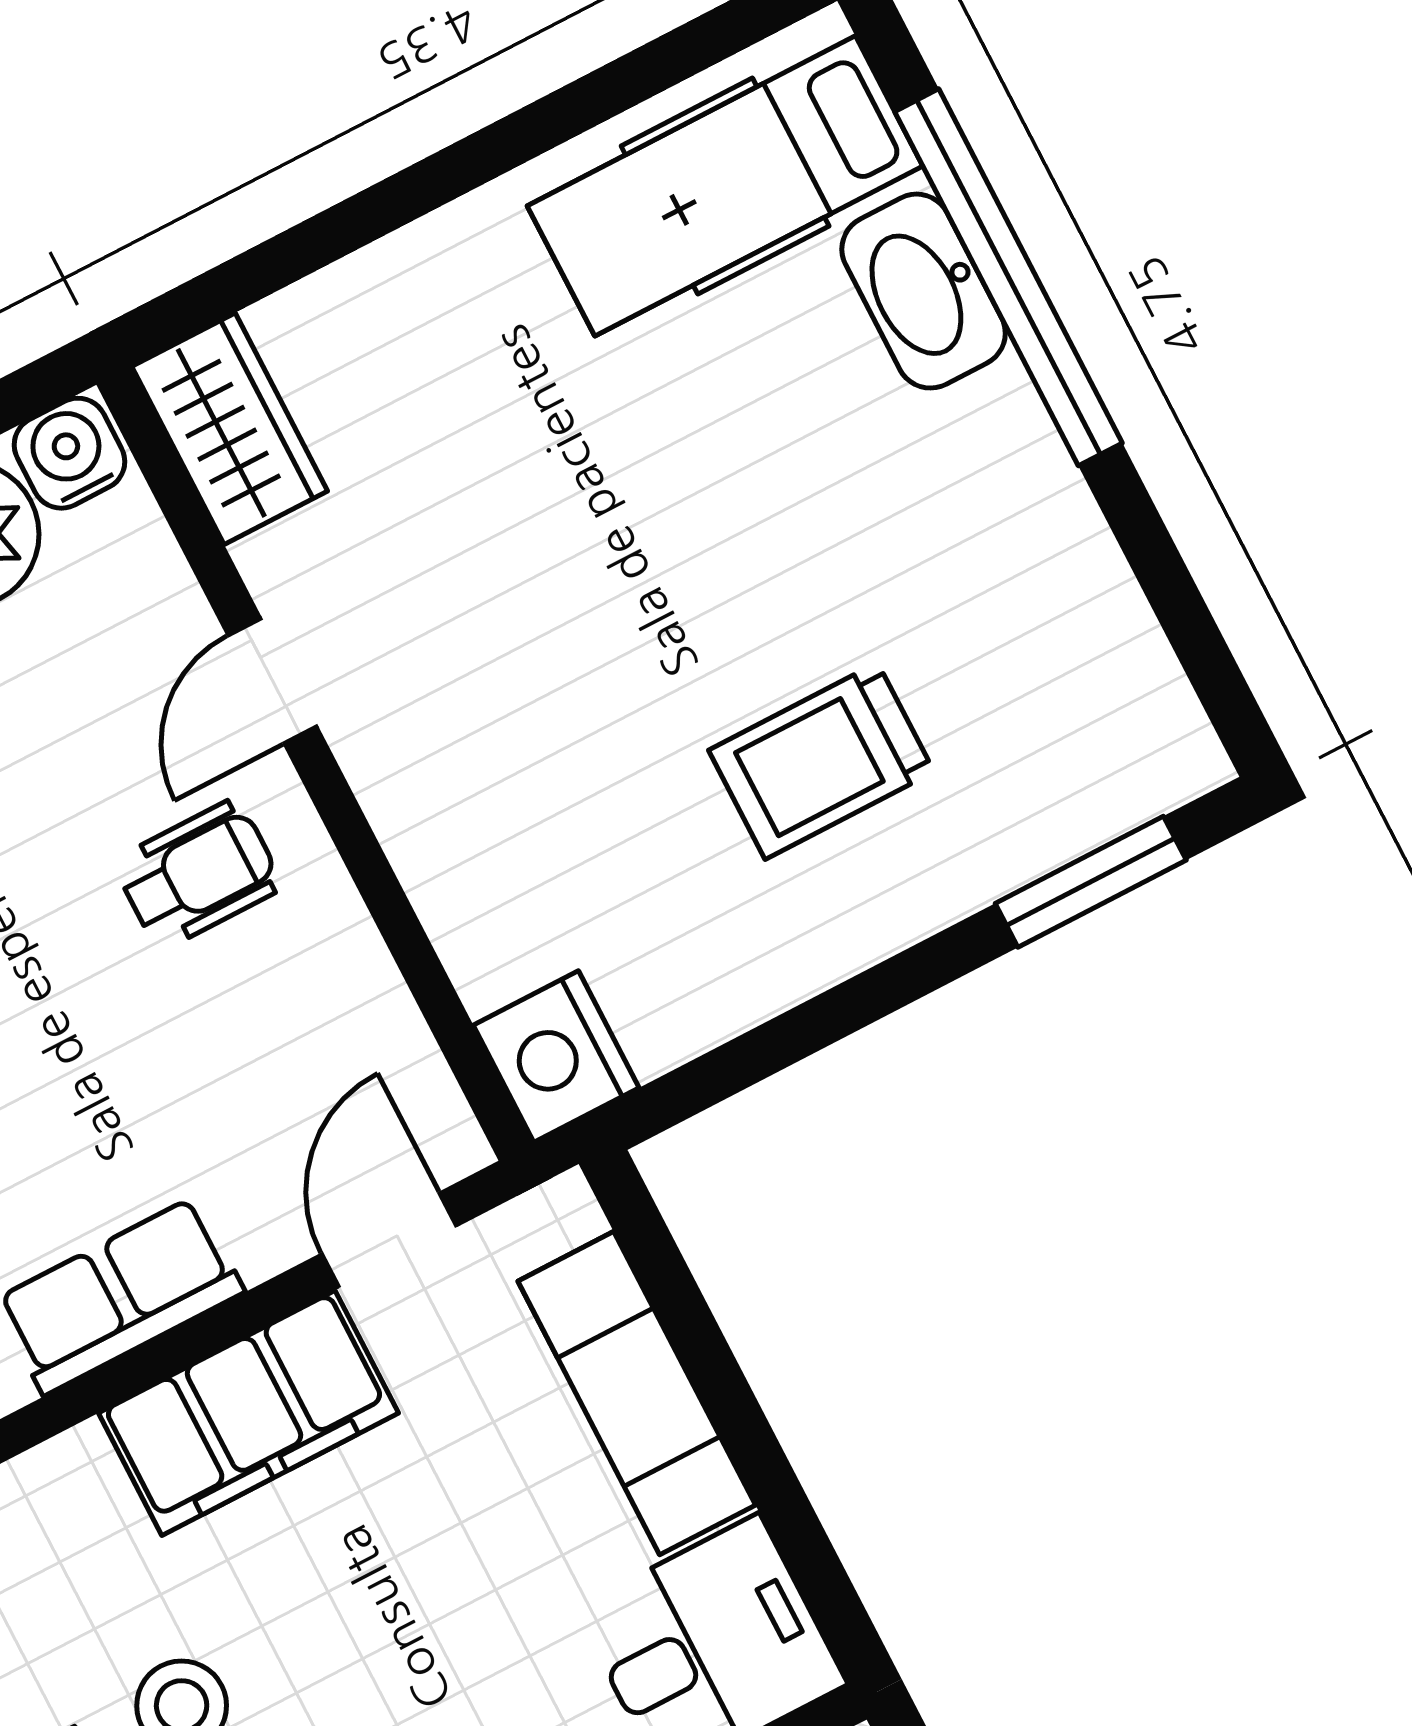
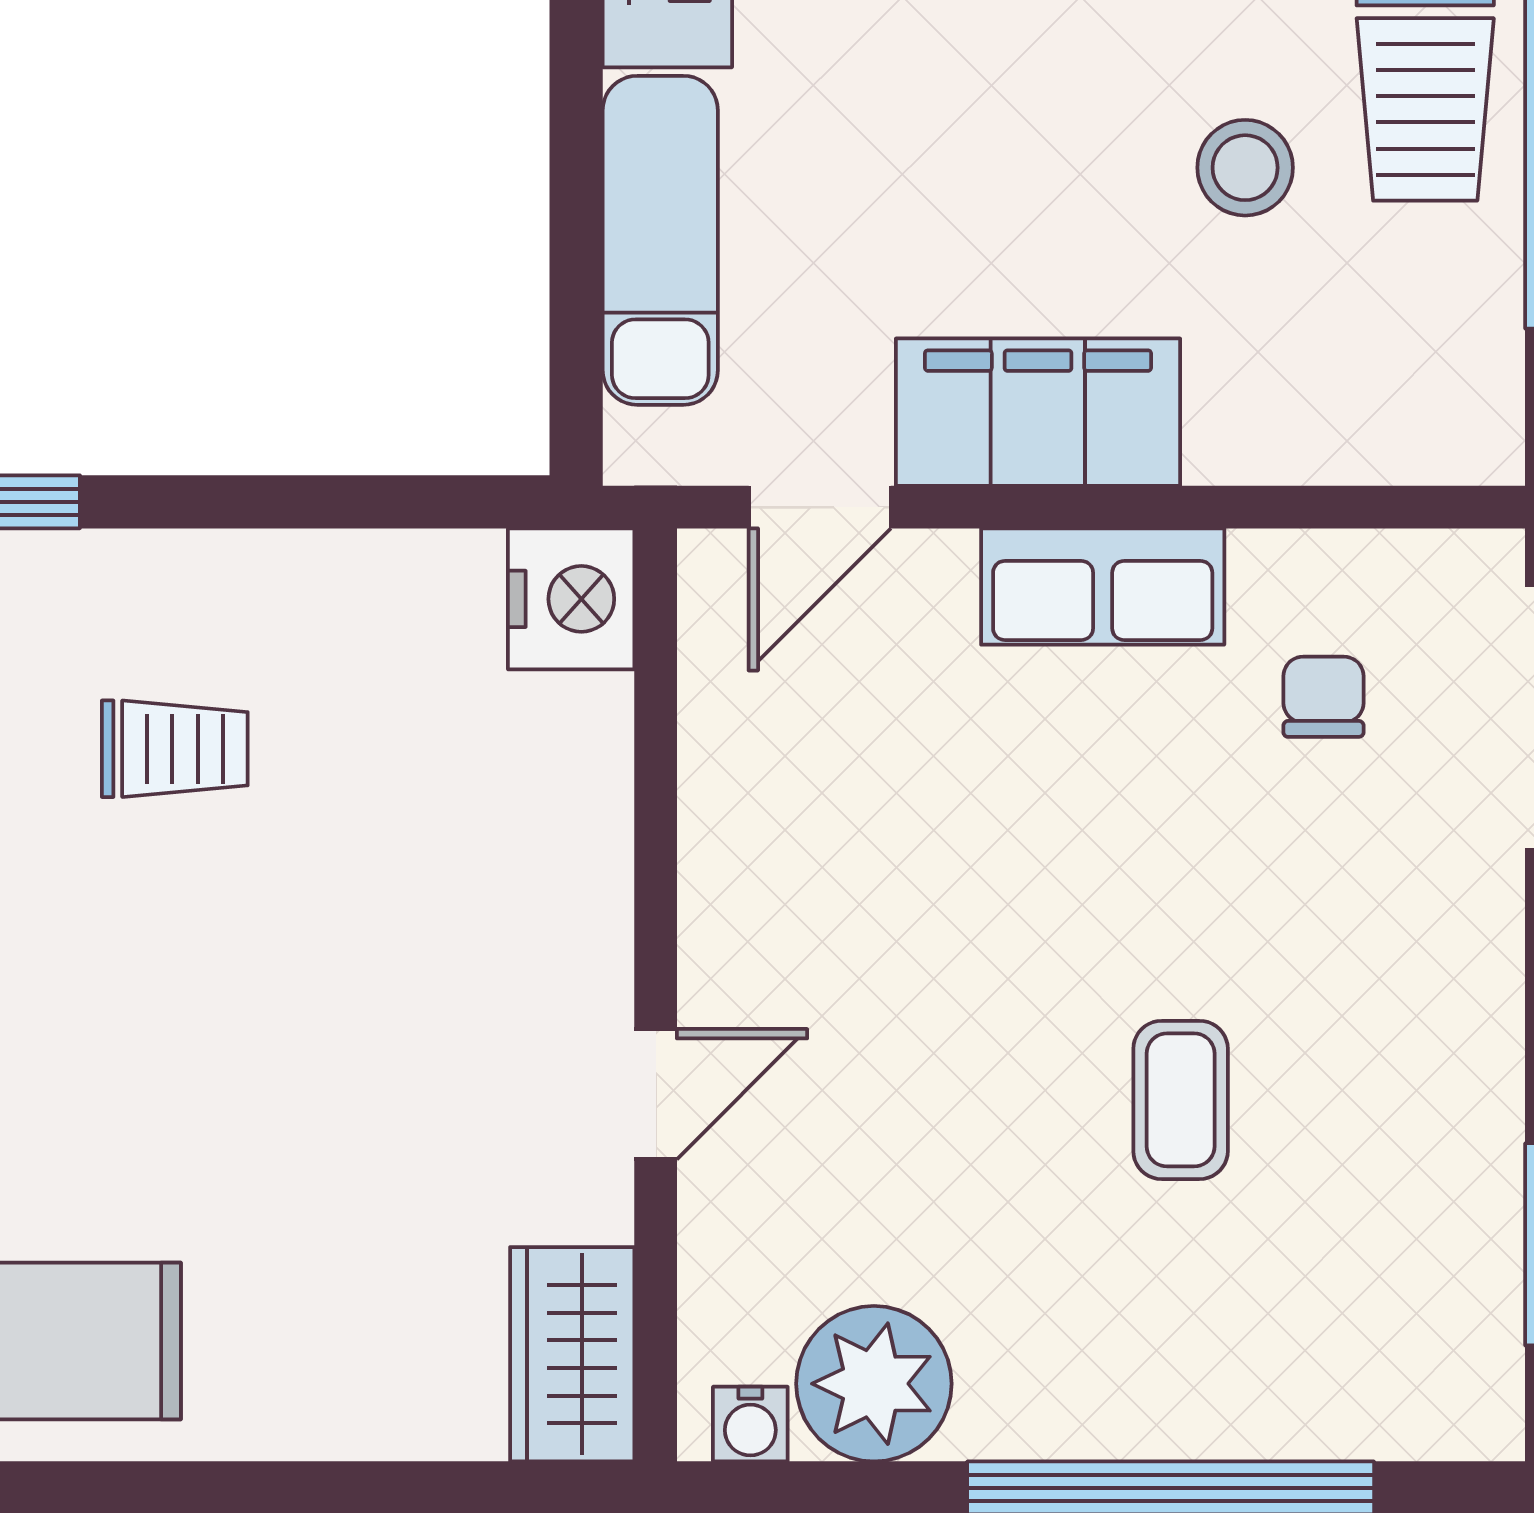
water cooler: (69, 453) -> (750, 1424), width x0.72, depth x0.72
trolley: (821, 761) -> (175, 749), width x0.73, depth x0.72
wheelchair: (198, 874) -> (821, 948), removed

